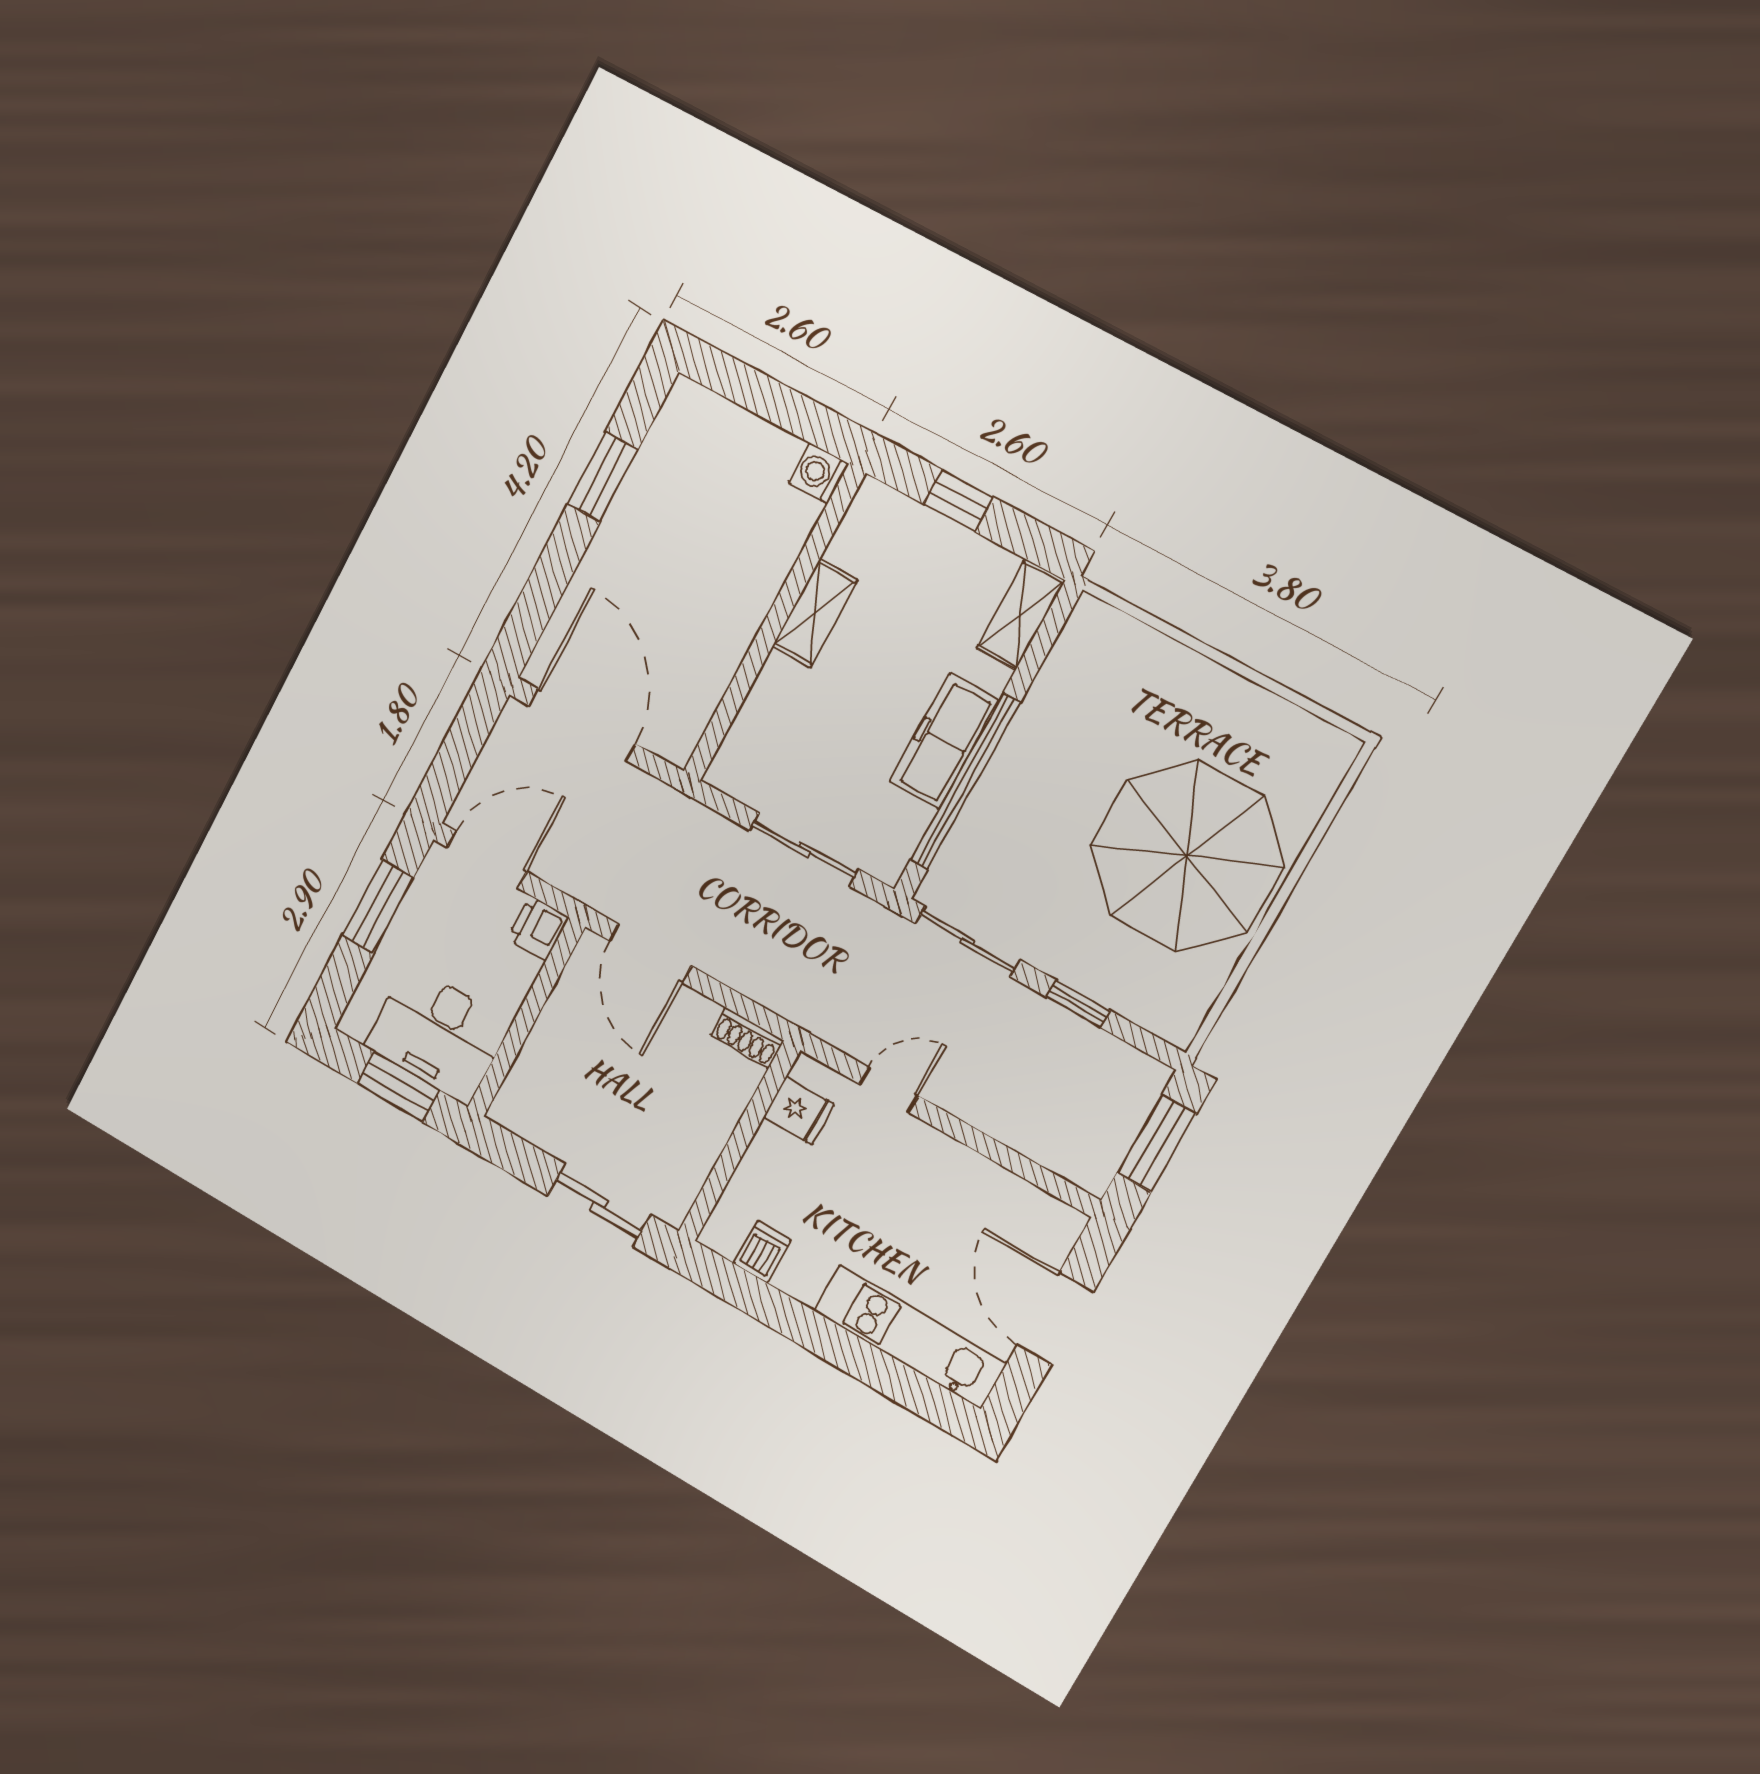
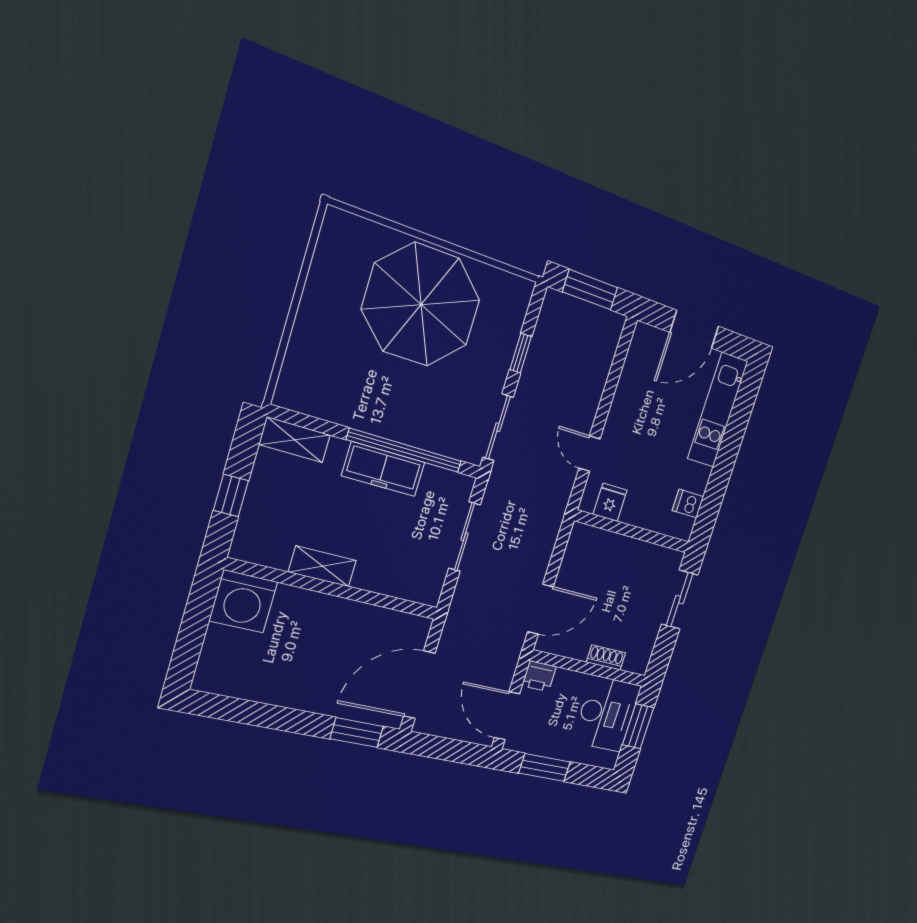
washing machine: (819, 473) -> (243, 601), width x1.89, depth x1.89
window: (603, 477) -> (357, 733), moved
shoe rack: (747, 1038) -> (606, 657), moved, turned -90

